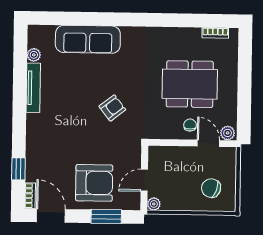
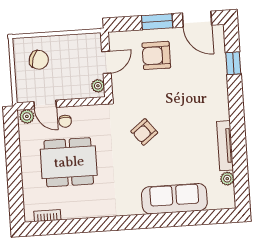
armchair: (94, 183) -> (156, 55), width x0.73, depth x0.73
bookcase: (30, 196) -> (219, 37), removed
plant: (154, 204) -> (98, 86), moved
window: (106, 217) -> (157, 22), moved

